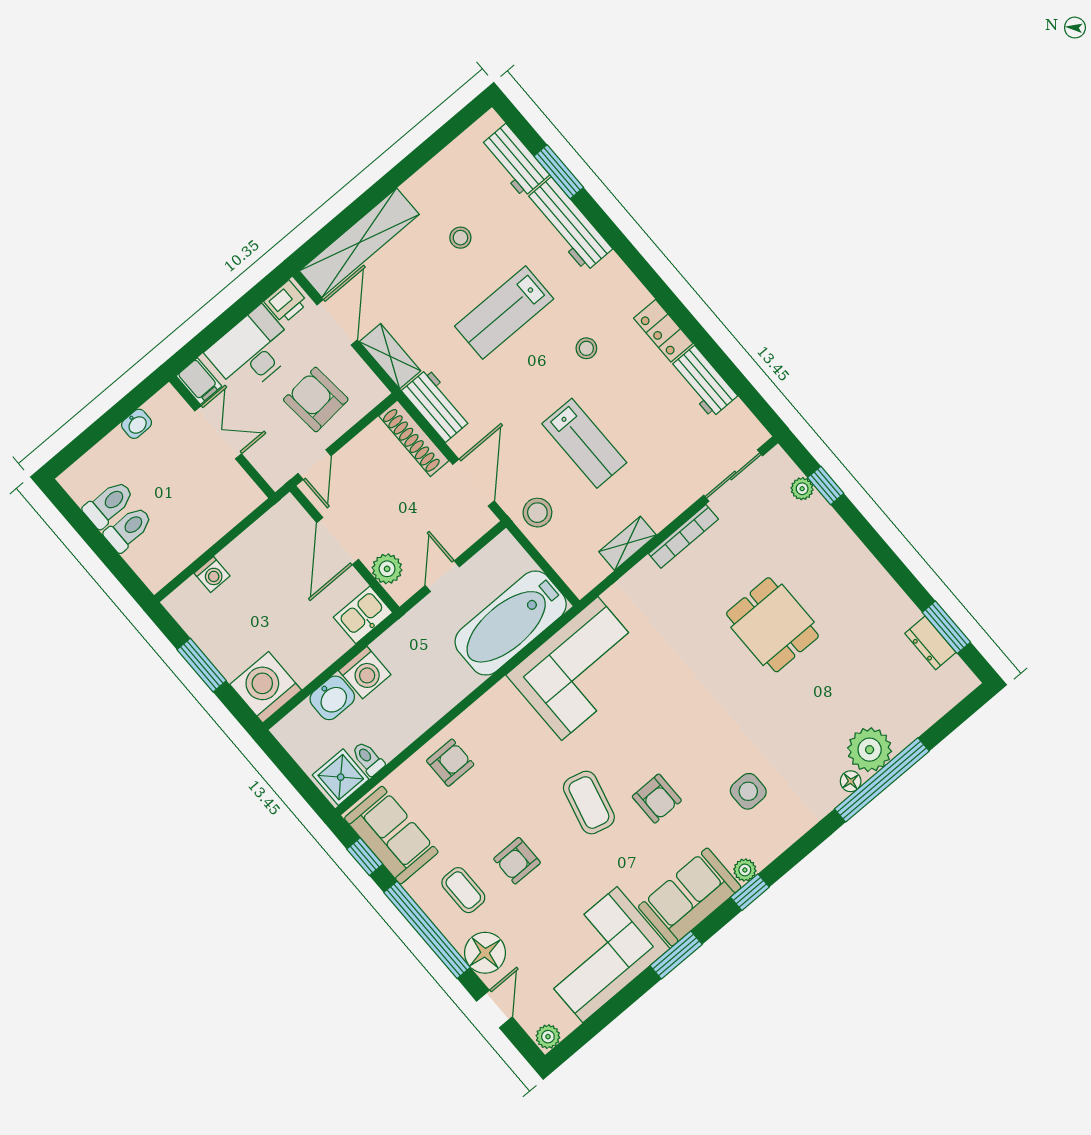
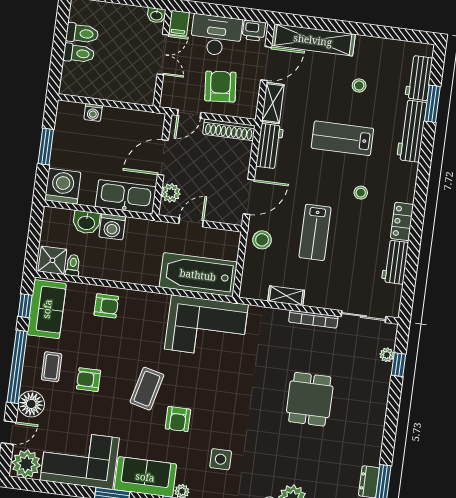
washbasin: (137, 424) -> (156, 15), moved
shoe rack: (414, 438) -> (229, 130), moved, turned -90
kitchen sink: (363, 615) -> (126, 197), width x1.88, depth x1.24
plant: (548, 1037) -> (26, 464), width x1.88, depth x1.88

